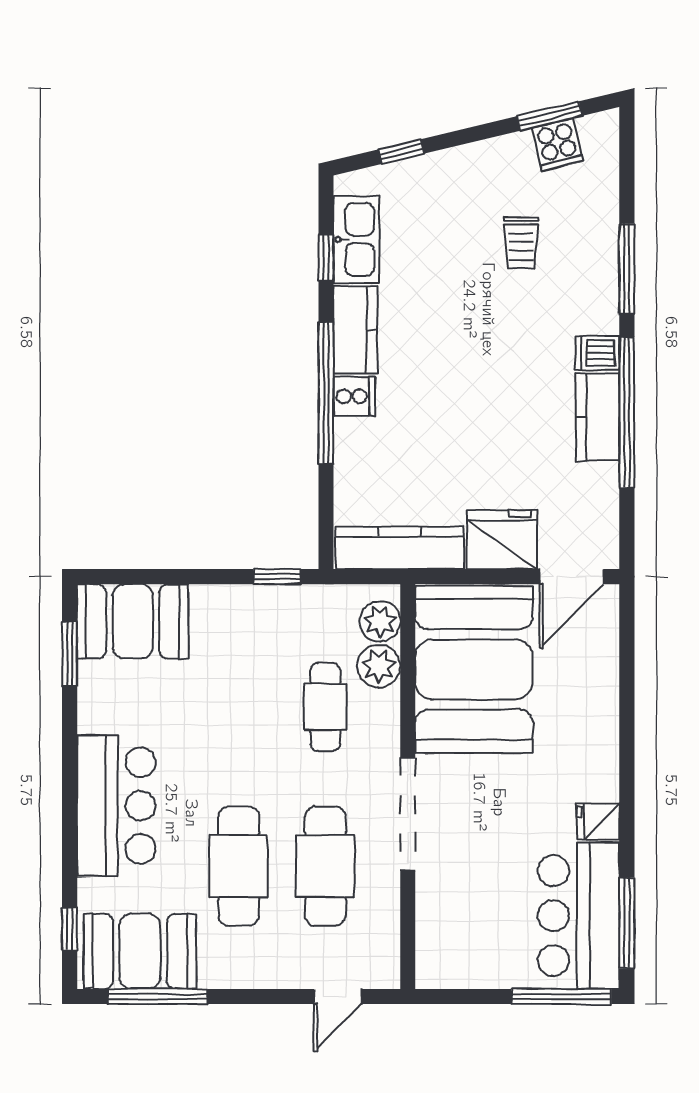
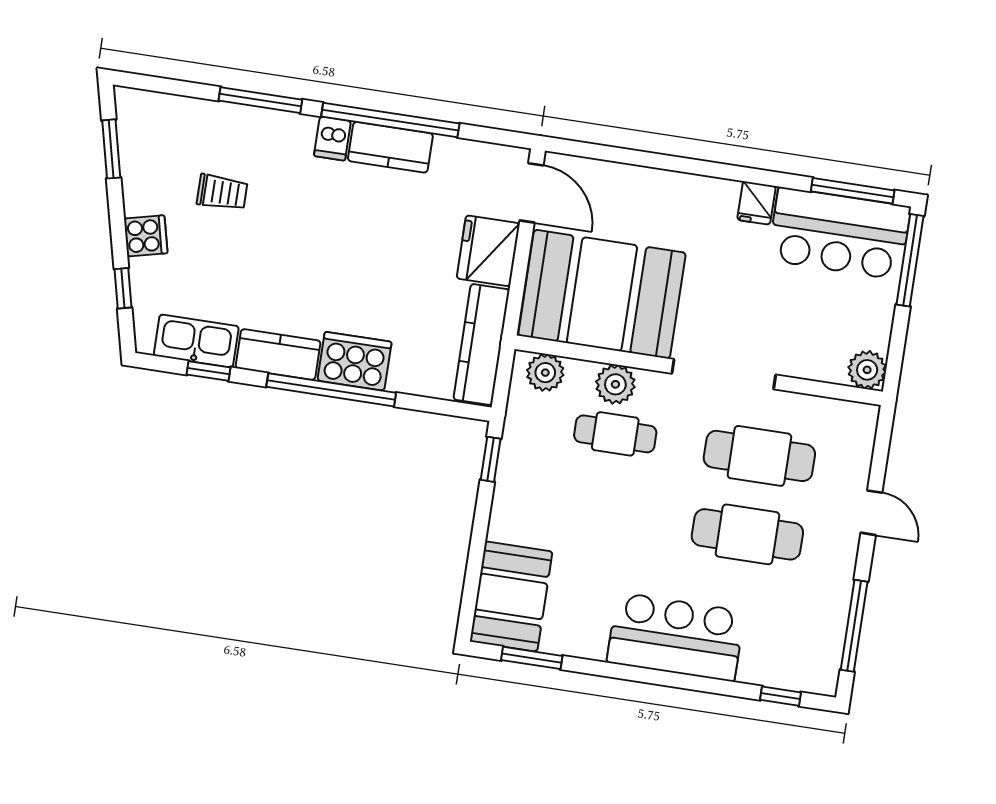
cooker: (557, 144) -> (146, 236), moved
cooker: (354, 396) -> (355, 361), width x1.87, depth x1.31
plant: (379, 666) -> (615, 384), moved
booth: (140, 951) -> (811, 636), removed
plant: (436, 968) -> (867, 370), added
door: (338, 996) -> (871, 513), moved

